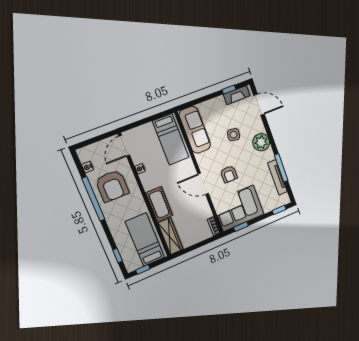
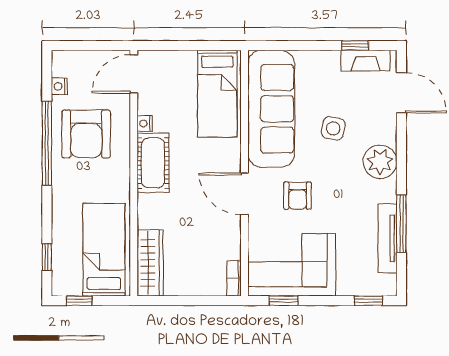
sofa: (195, 130) -> (271, 109), width x1.36, depth x1.27
cot: (159, 204) -> (153, 163), moved

